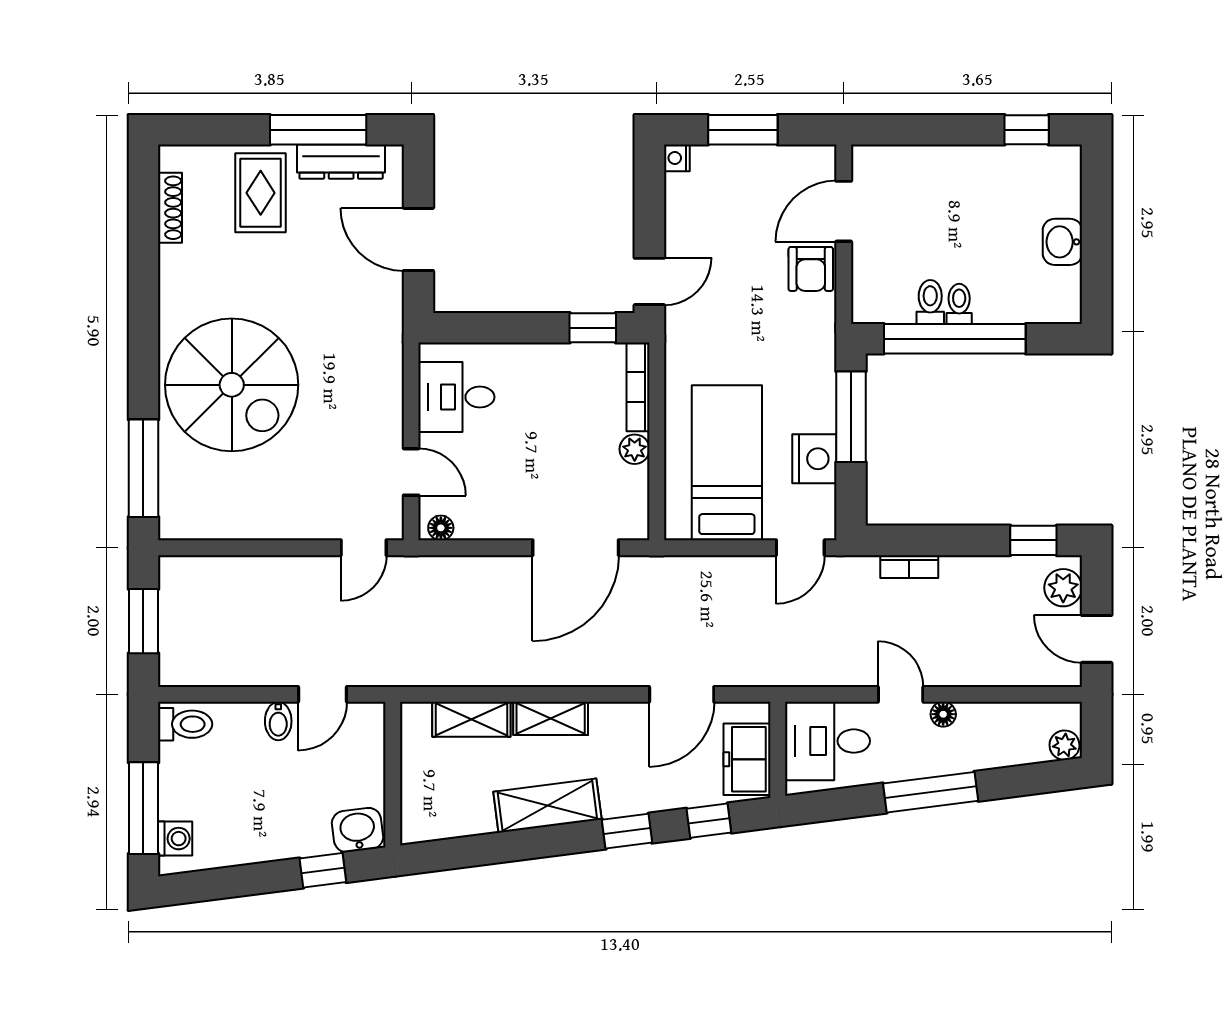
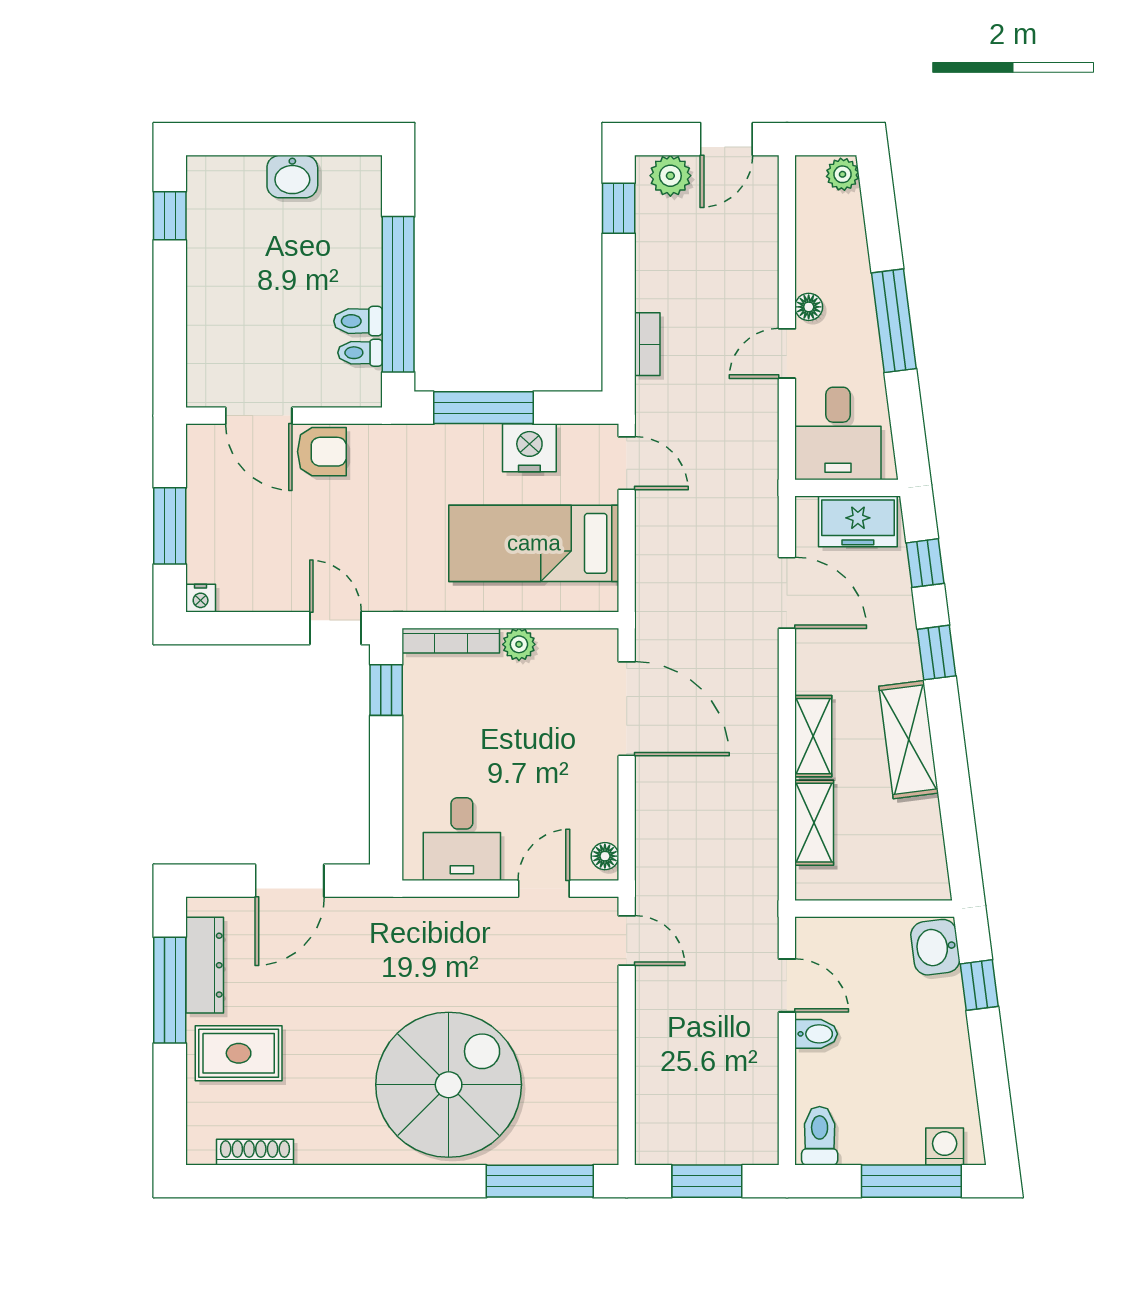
toilet: (959, 304) -> (360, 353), moved

